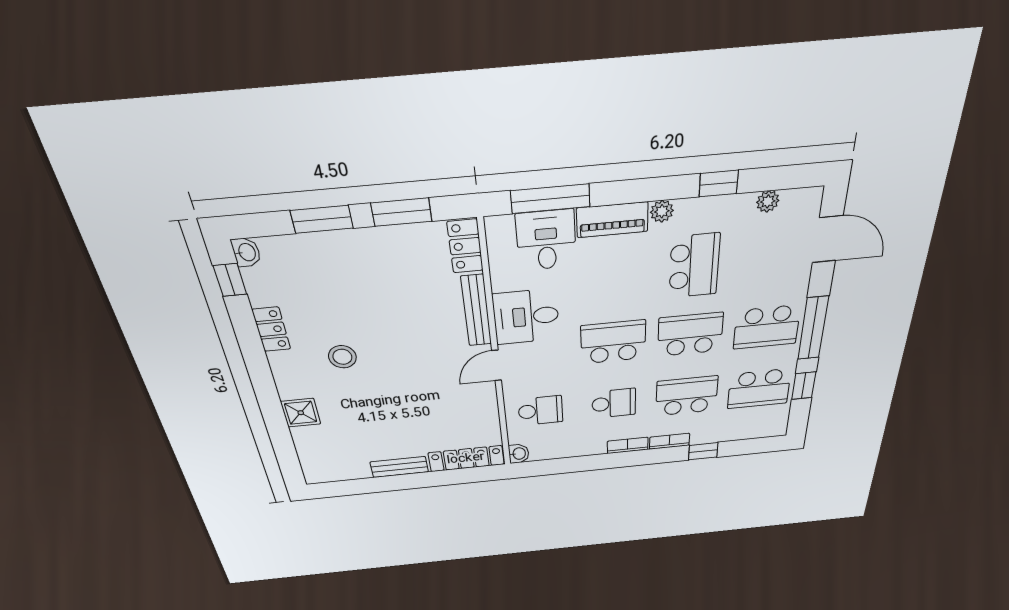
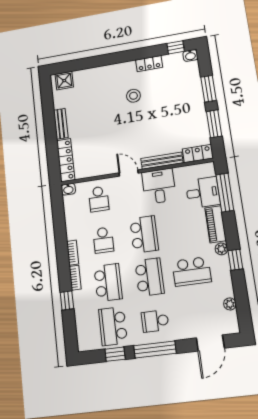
window: (719, 184) -> (235, 260), moved
school desk: (767, 327) -> (155, 321), width x0.54
shower: (301, 413) -> (64, 81), moved

